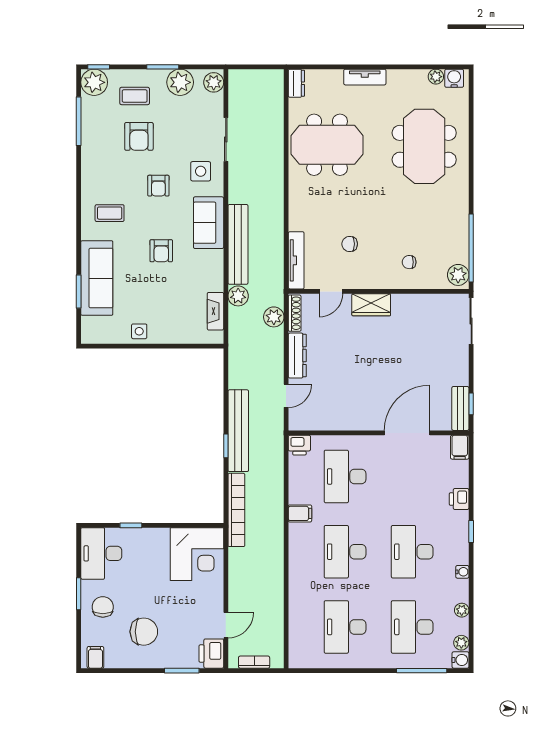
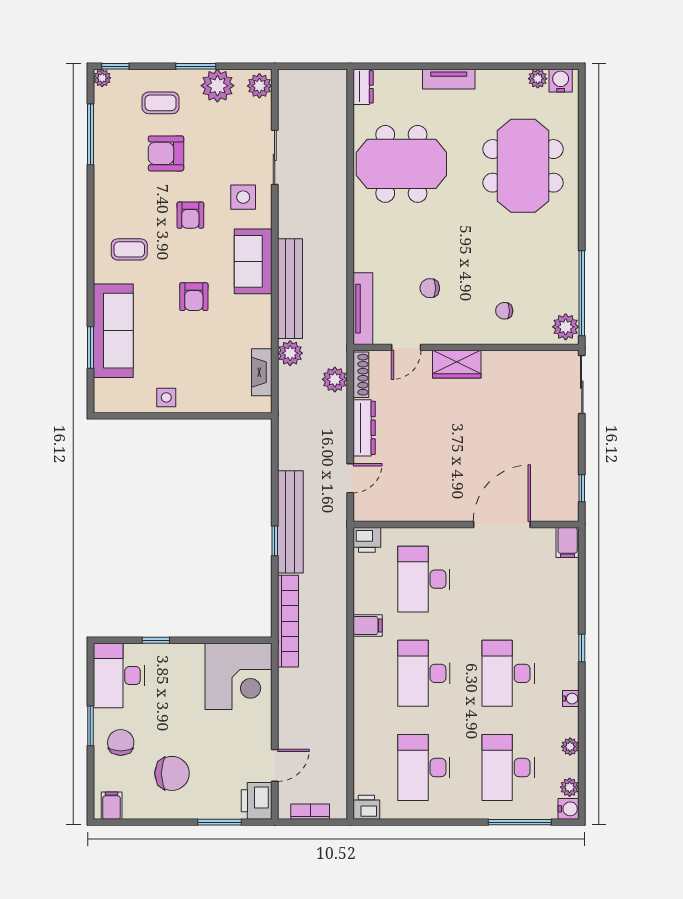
plant: (94, 82) -> (102, 78), width x0.53, depth x0.53
armchair: (139, 136) -> (166, 153), turned 90
bench: (460, 408) -> (568, 494), removed
printer: (459, 499) -> (366, 807), moved, turned 90

